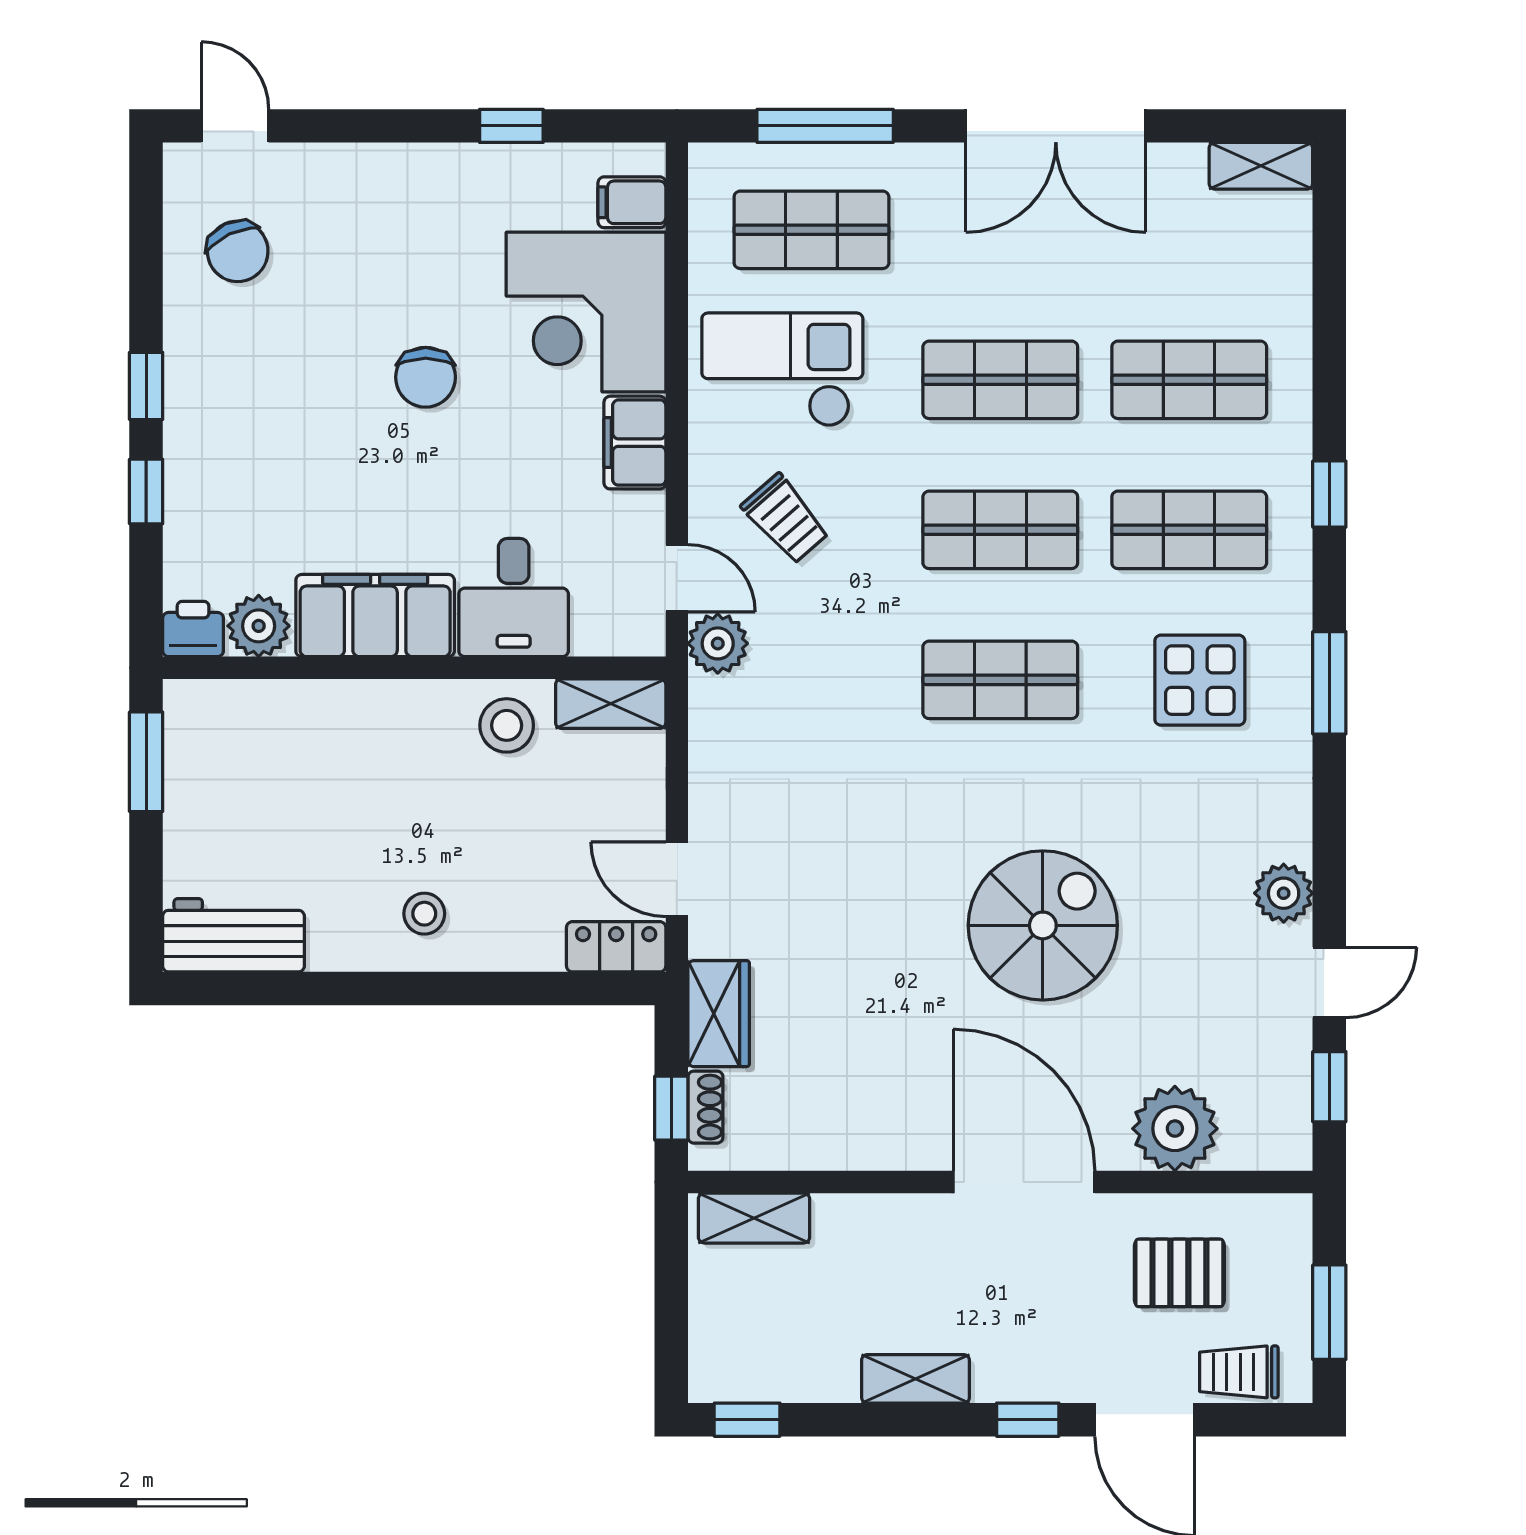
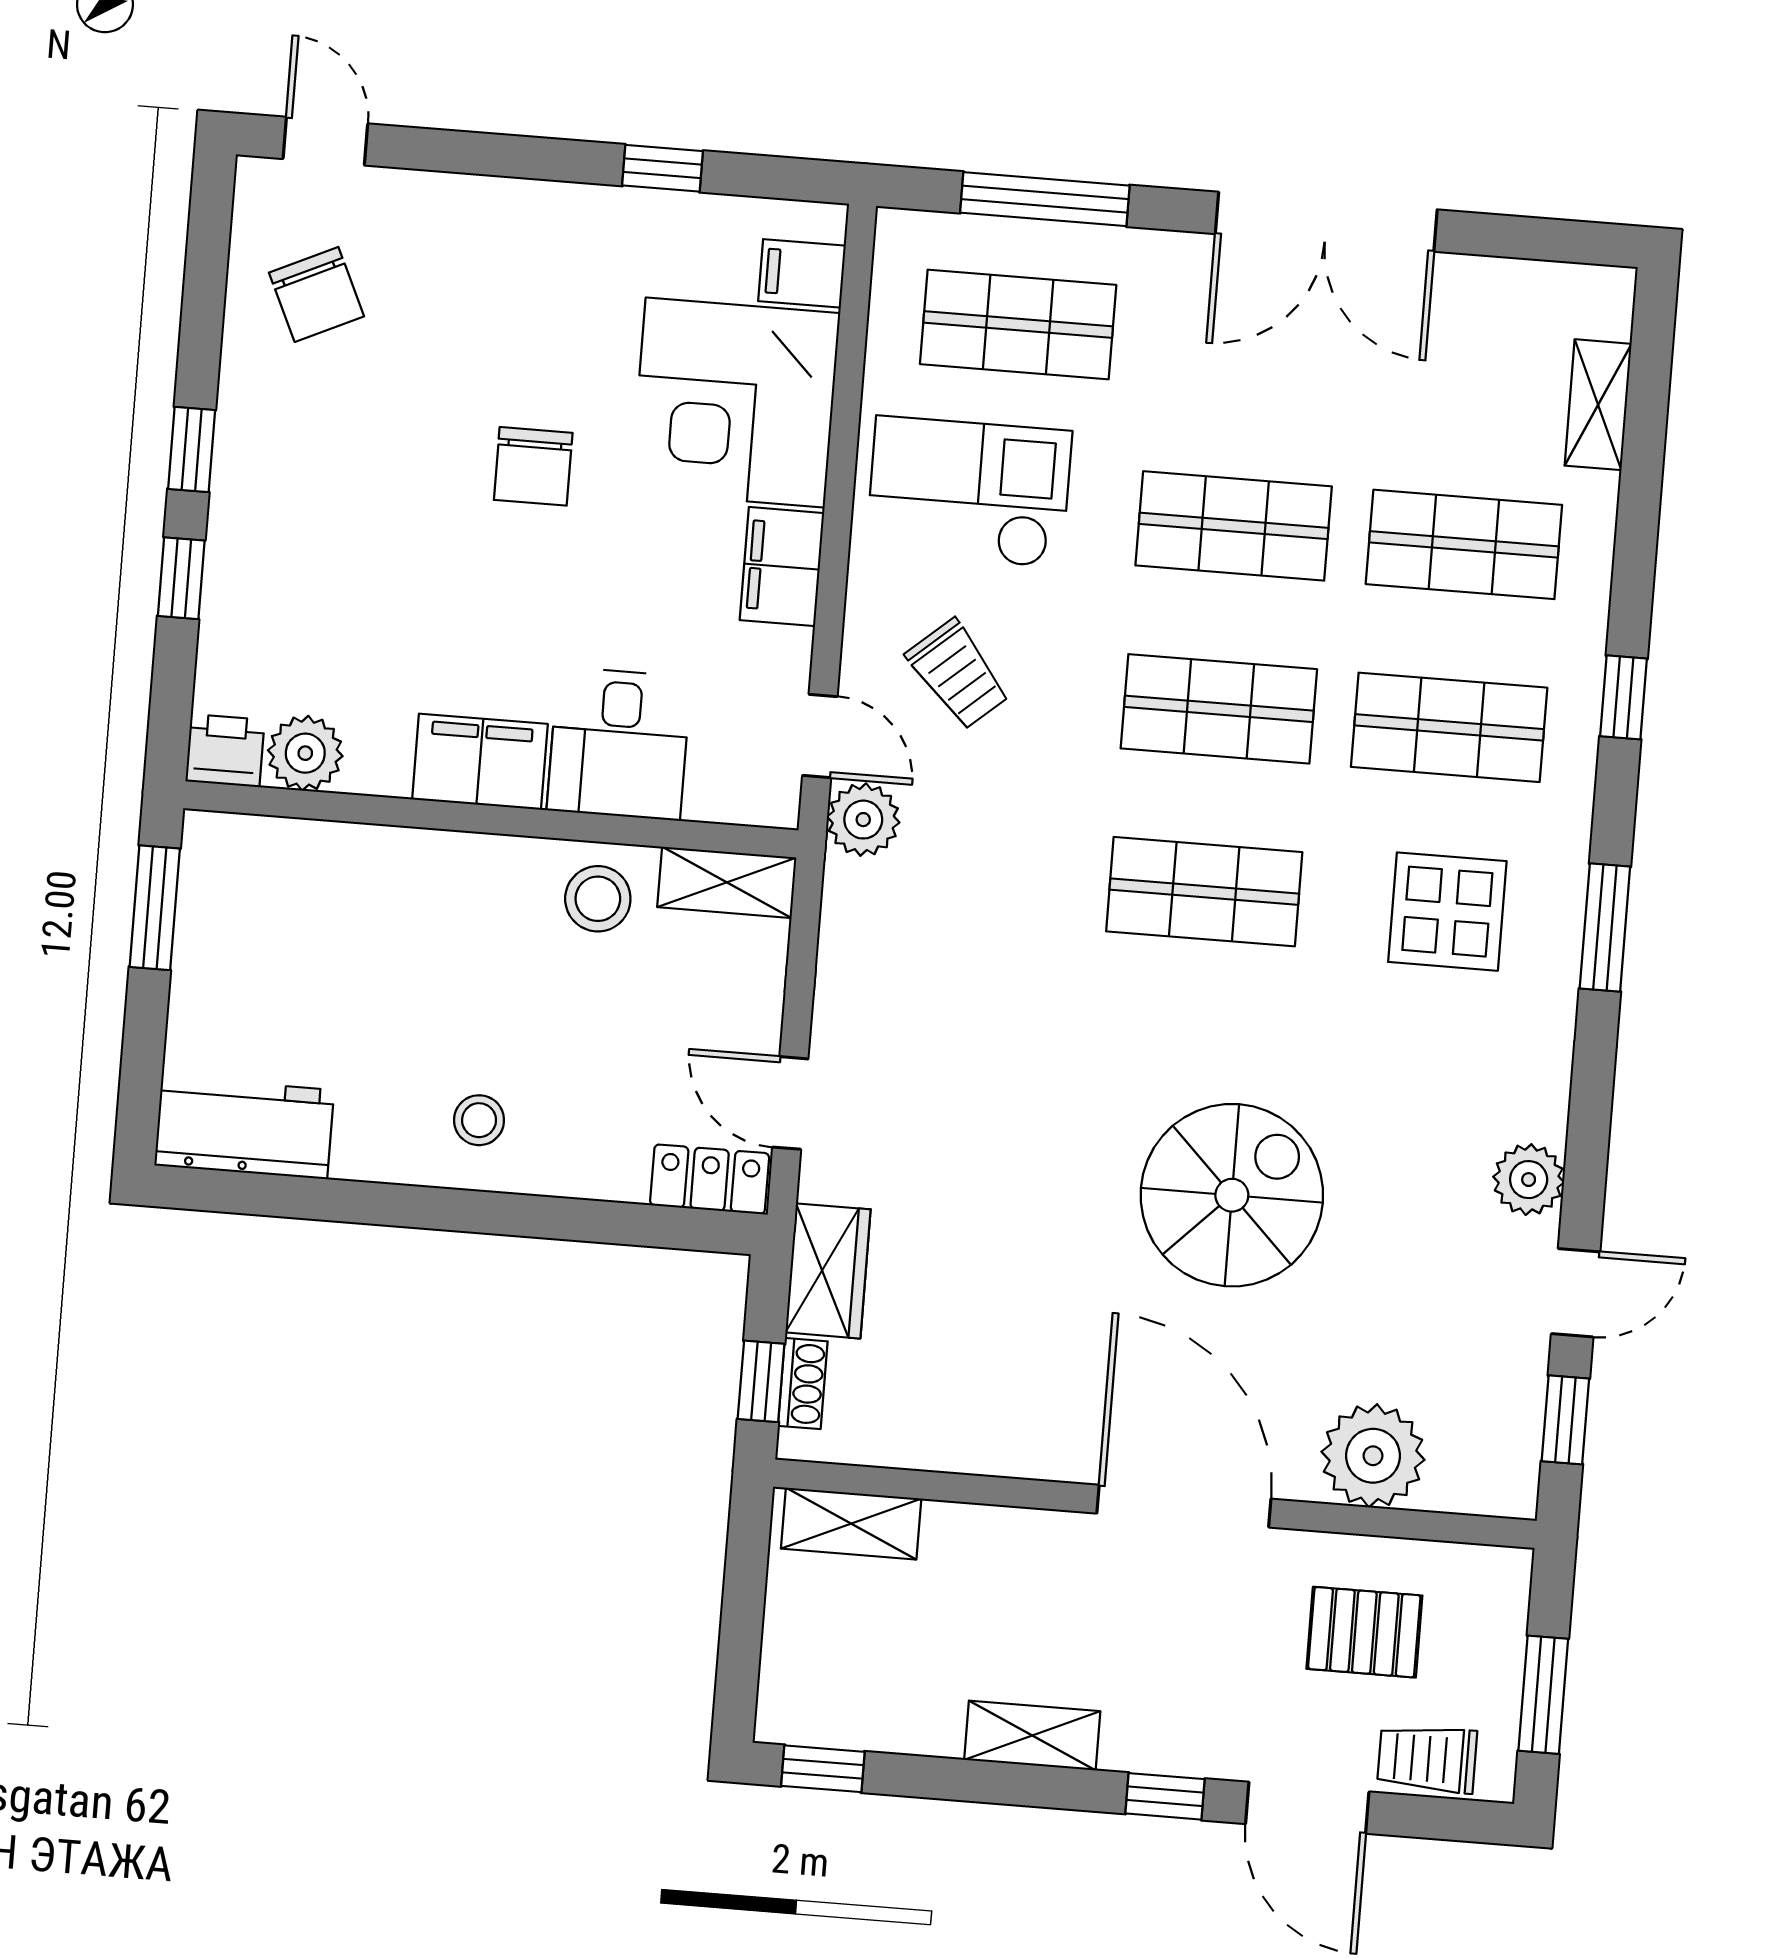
shelving: (1261, 166) -> (1598, 405), moved, turned 90
filing cabinet: (375, 616) -> (480, 762), width x0.67, depth x0.86

